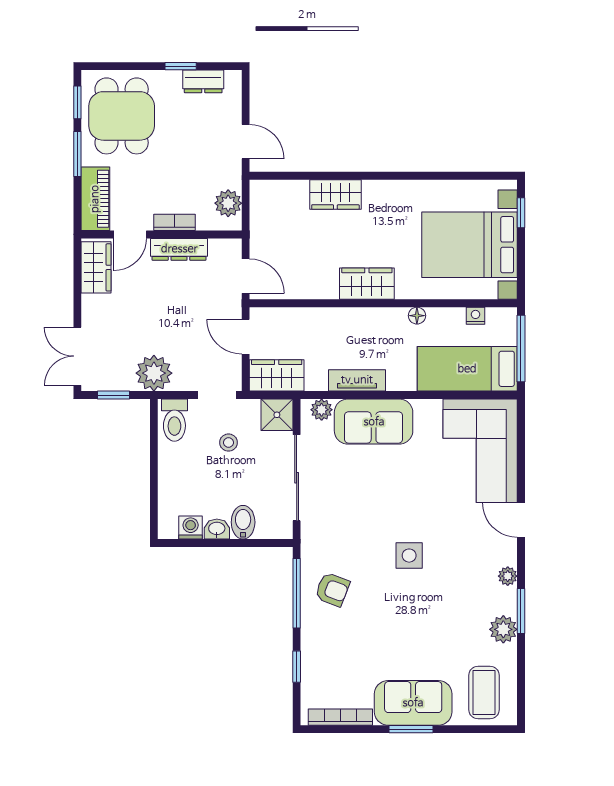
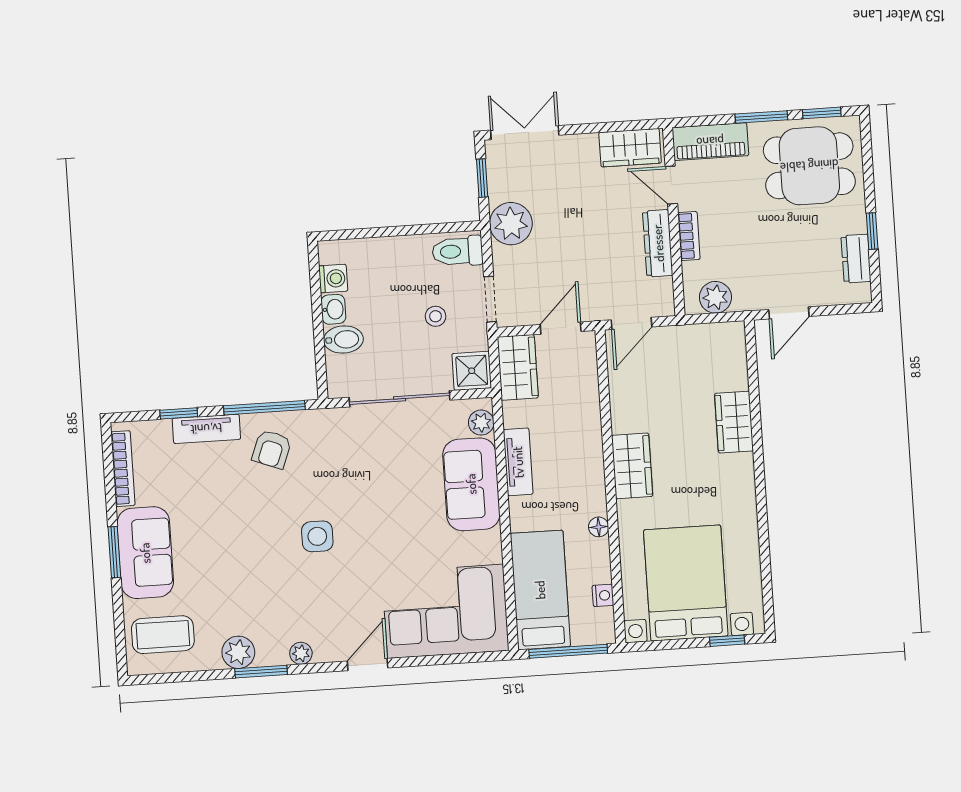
tv unit: (311, 644) -> (206, 429), added

